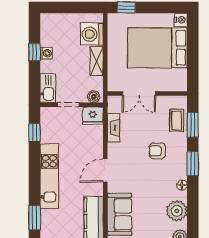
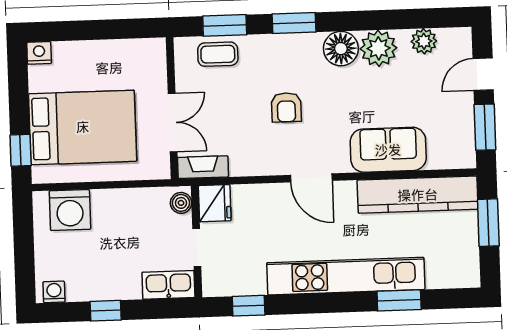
bed: (157, 48) -> (83, 127), moved, turned -90
washing machine: (46, 53) -> (54, 292), moved
shelving: (97, 61) -> (117, 200), removed
fireplace: (113, 128) -> (203, 167), moved
armchair: (157, 151) -> (286, 107), moved
kitchen unit: (49, 176) -> (346, 276), width x1.36
floor lamp: (182, 185) -> (341, 49), width x1.89, depth x1.89

